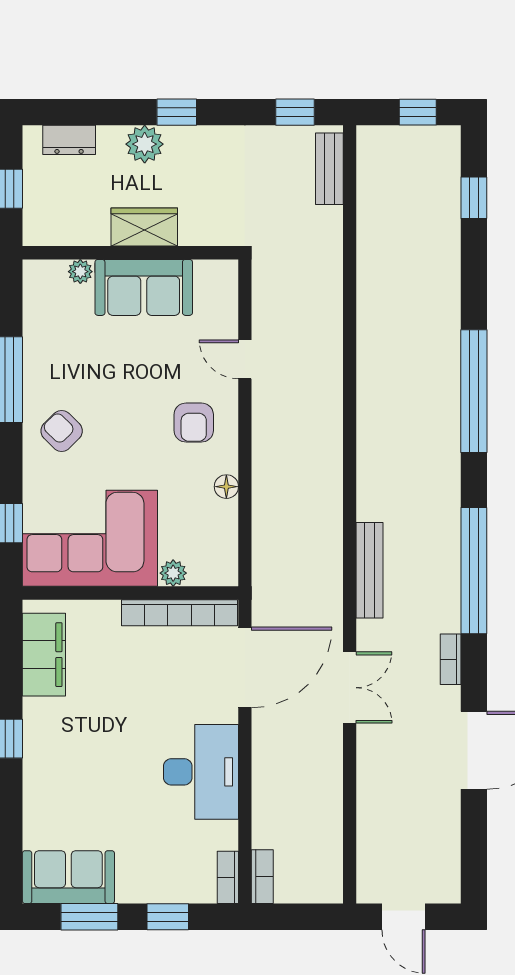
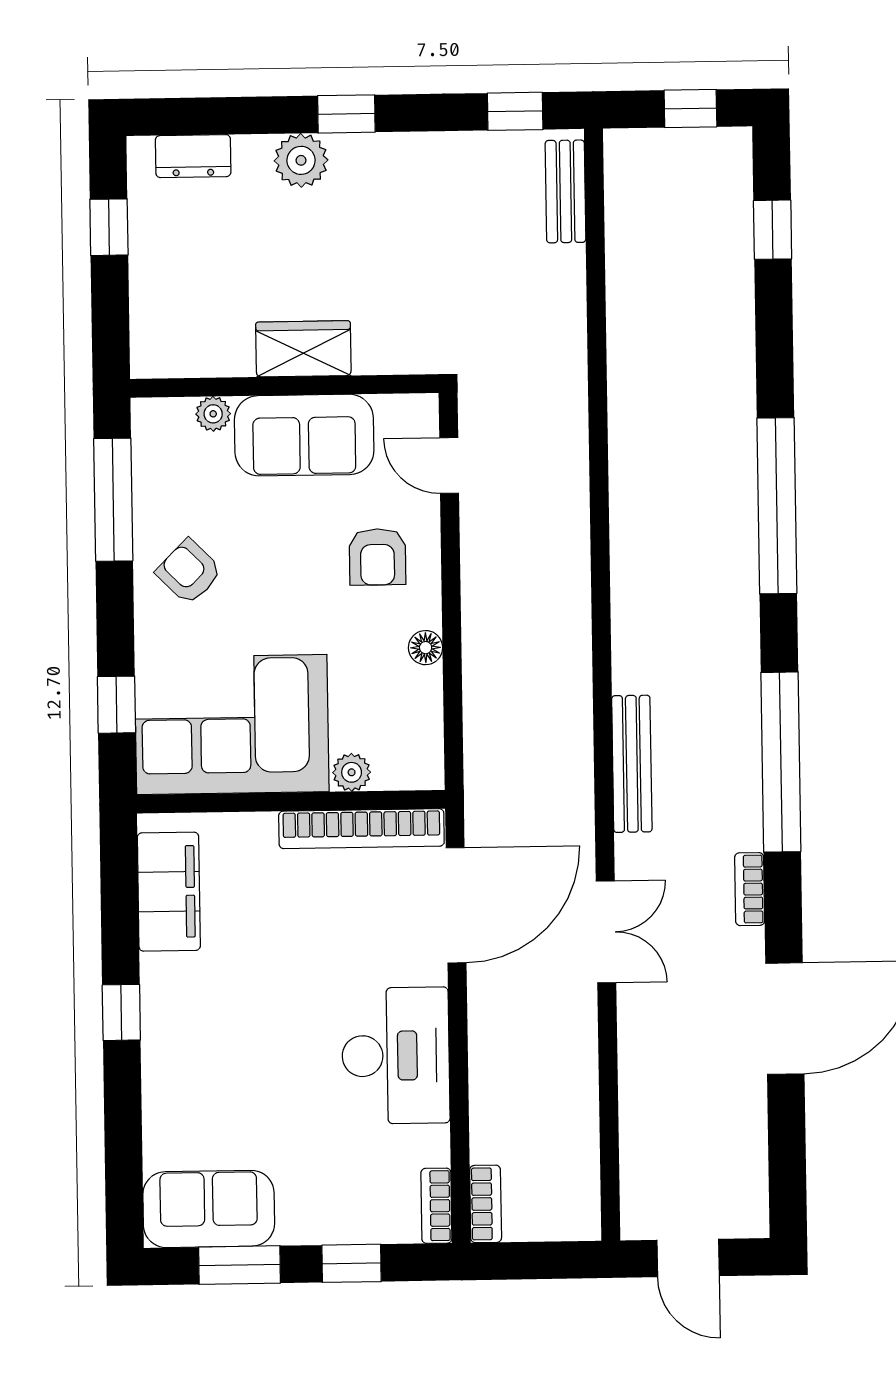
wardrobe: (144, 227) -> (303, 349), moved
wall: (130, 253) -> (284, 386), moved
plant: (80, 272) -> (213, 414), moved
sofa: (144, 287) -> (304, 435), moved

